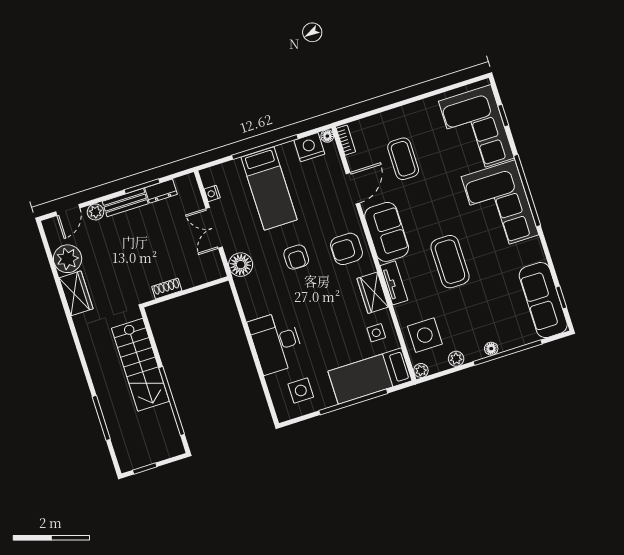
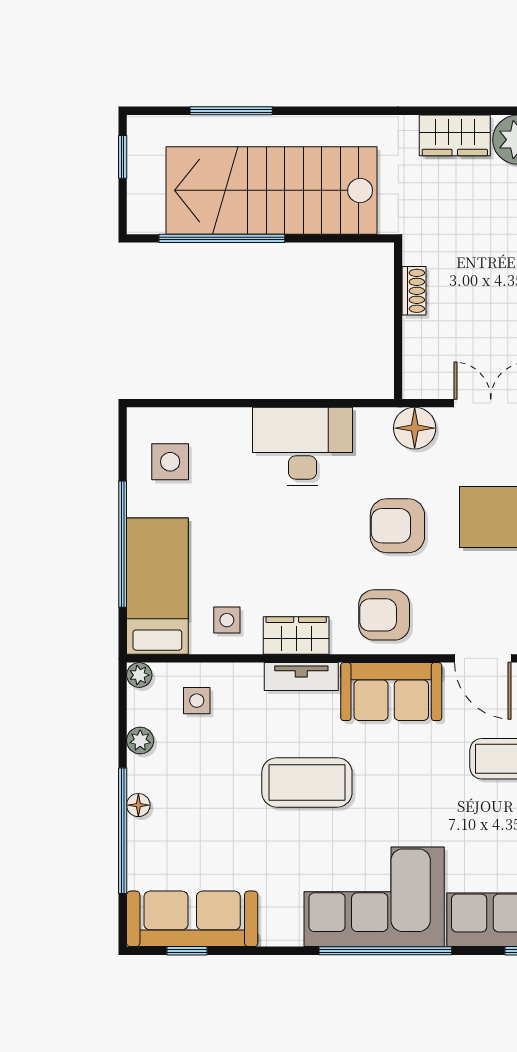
armchair: (346, 249) -> (384, 615), turned -90
armchair: (296, 257) -> (397, 526), width x1.38, depth x1.38
side table: (425, 335) -> (197, 701), width x0.54, depth x0.54
desk: (276, 342) -> (303, 446), moved
stairs: (140, 365) -> (272, 190), width x1.36, depth x1.51

